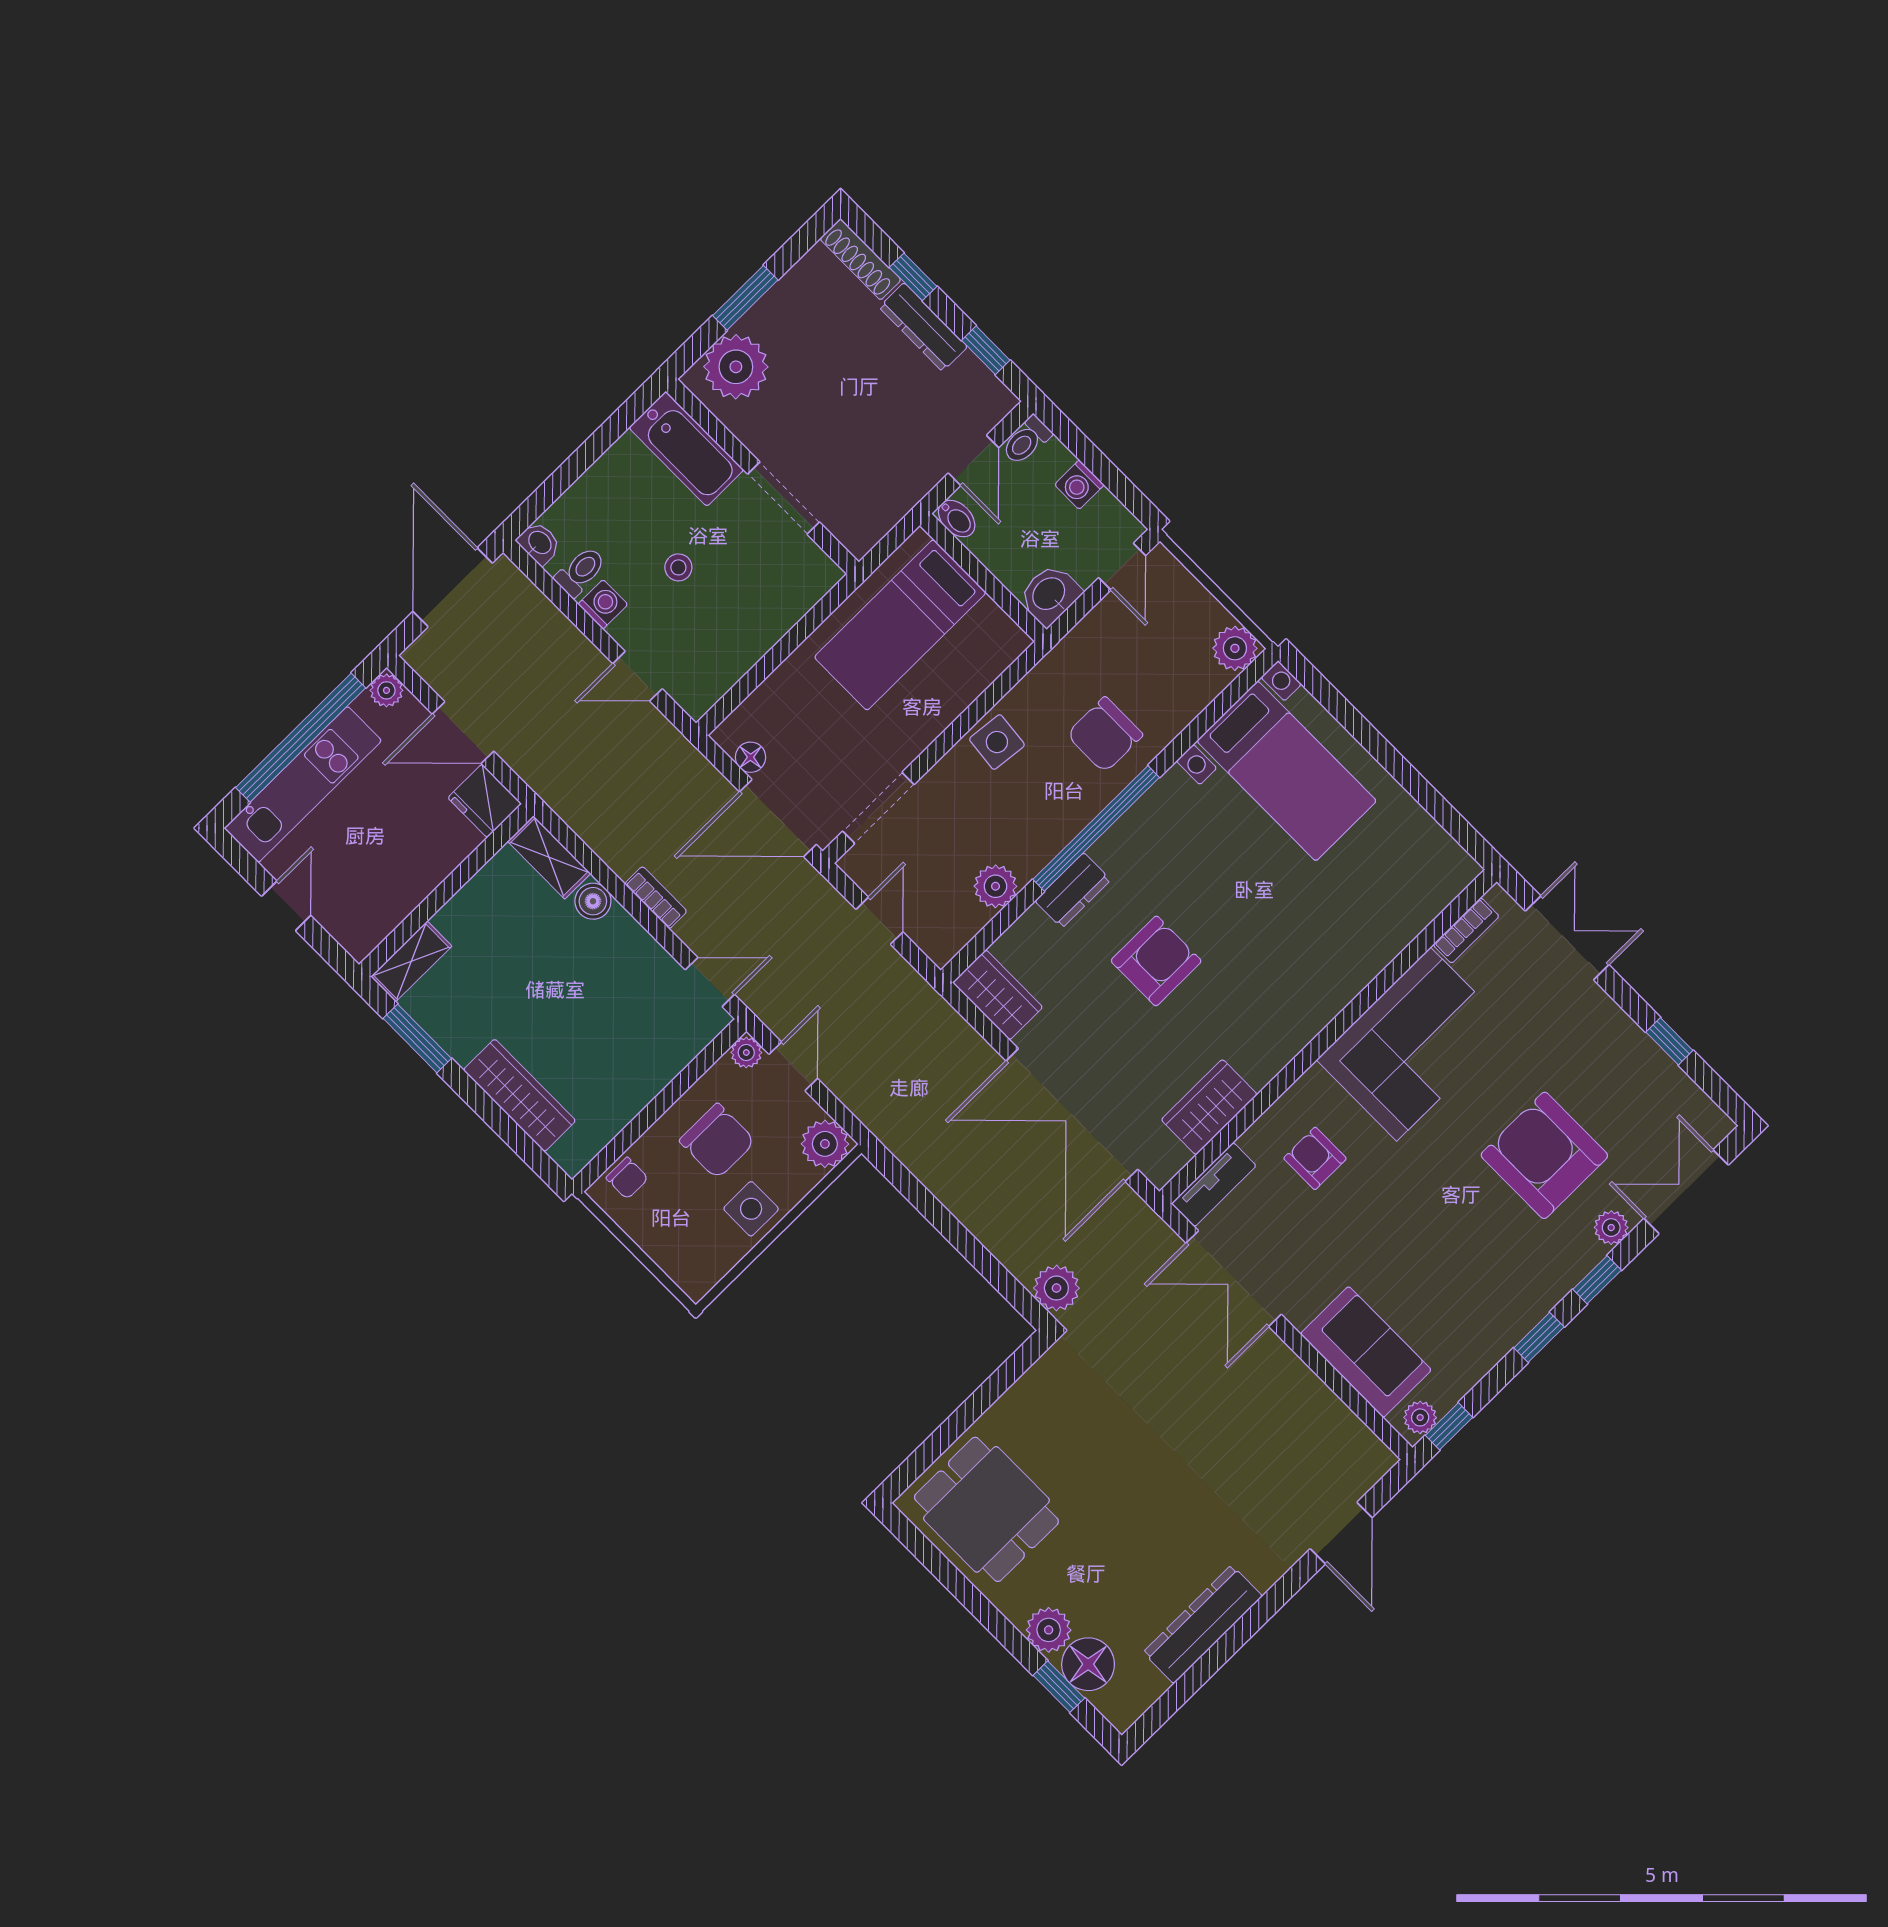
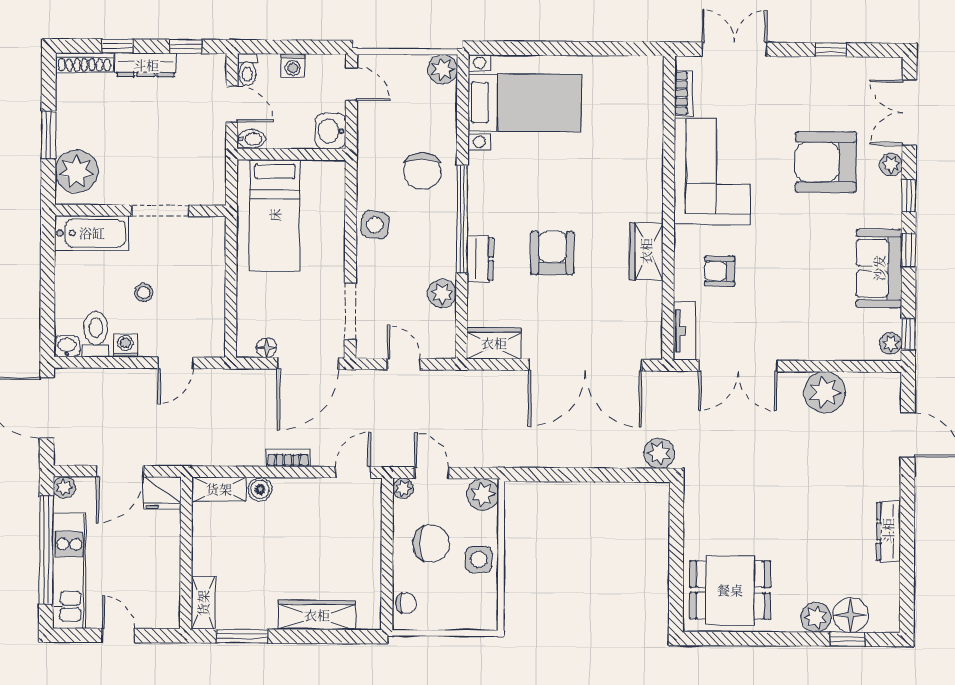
toilet: (580, 572) -> (96, 334), width x1.37, depth x1.39
wardrobe: (1209, 1107) -> (646, 251), moved
sofa: (1366, 1352) -> (879, 268), moved, turned -90
plant: (1298, 1399) -> (825, 392), added
dresser: (1203, 1624) -> (888, 531), width x0.73, depth x0.80

